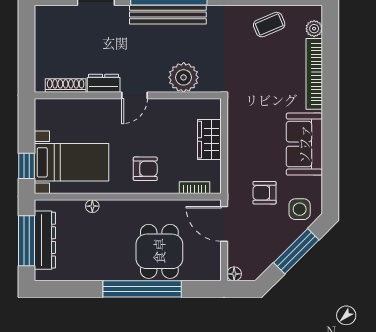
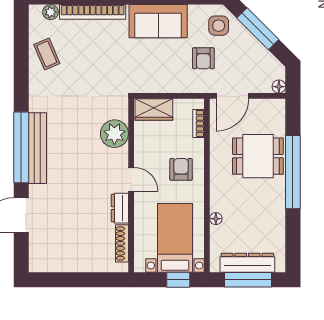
plant: (184, 77) -> (114, 134), moved
dresser: (104, 83) -> (120, 208), moved
shoe rack: (66, 85) -> (122, 243), moved
wall: (128, 95) -> (131, 186), moved
door: (135, 95) -> (131, 179), moved

